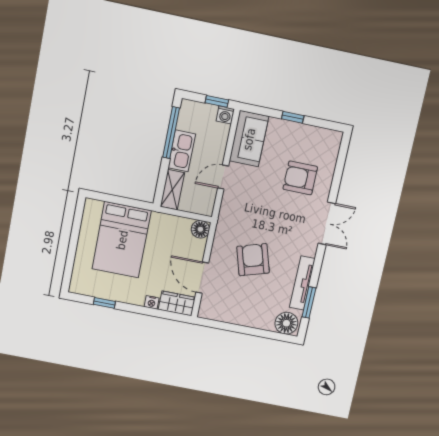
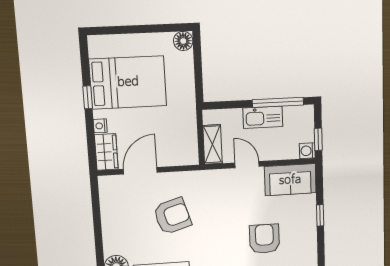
shelving: (172, 190) -> (213, 144), moved, turned 90
floor lamp: (200, 229) -> (183, 41), moved
bed: (122, 240) -> (128, 82), moved, turned 180
window: (104, 303) -> (88, 97), moved

